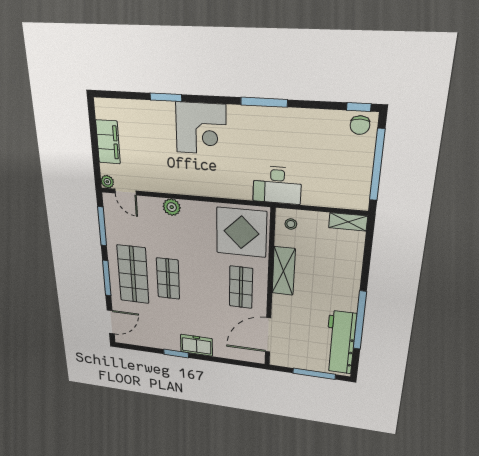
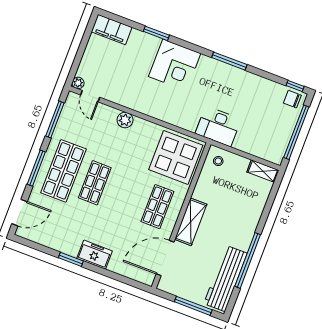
chair: (360, 125) -> (292, 99), turned 90
filing cabinet: (108, 142) -> (112, 29), moved, turned 90
shelving: (284, 271) -> (191, 222), moved

